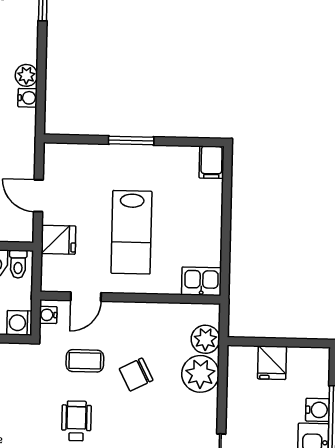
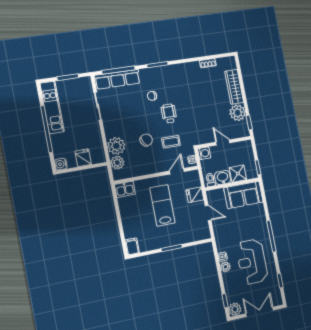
water cooler: (317, 410) -> (61, 164), moved
wheelchair: (76, 421) -> (169, 114), turned 180

